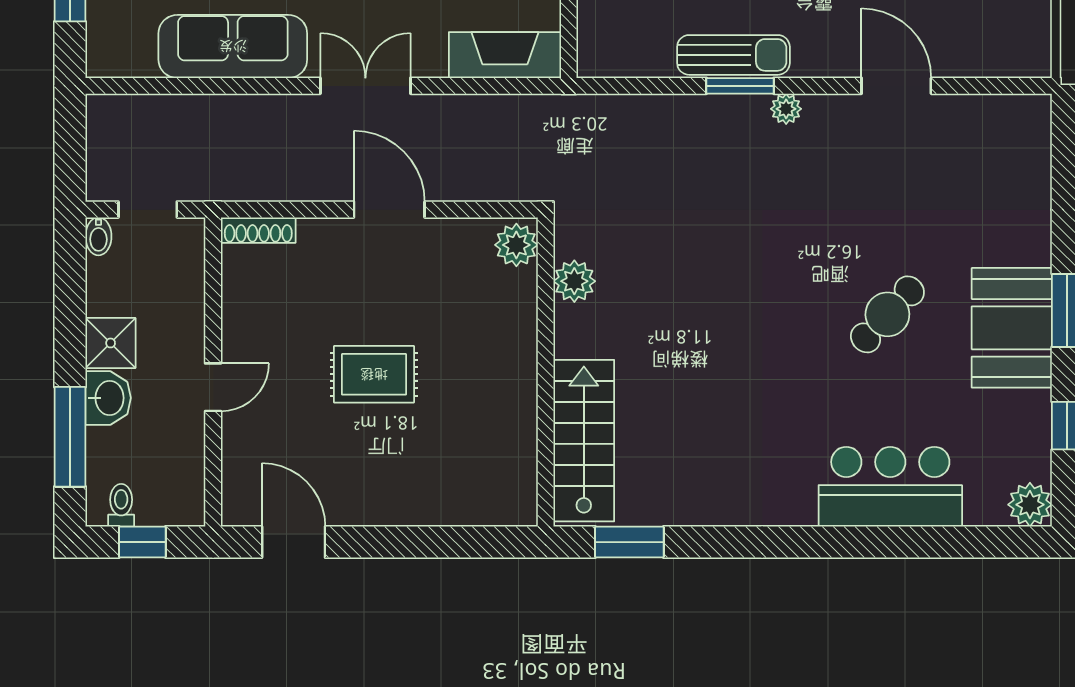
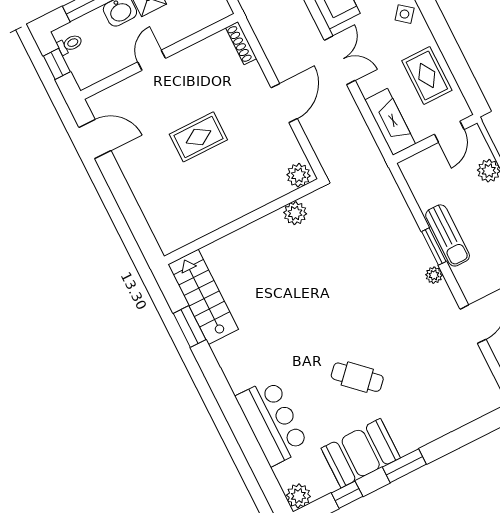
booth: (1012, 328) -> (361, 453), moved
rug: (374, 374) -> (198, 137), turned 90
door: (213, 387) -> (152, 60), swing flipped
stairs: (584, 441) -> (203, 297), moved, turned -90
door: (294, 542) -> (95, 139), hinge flipped
window: (629, 542) -> (190, 327), moved

